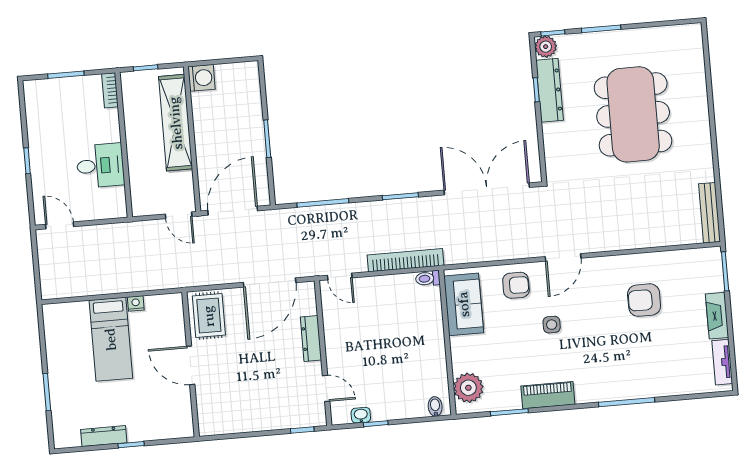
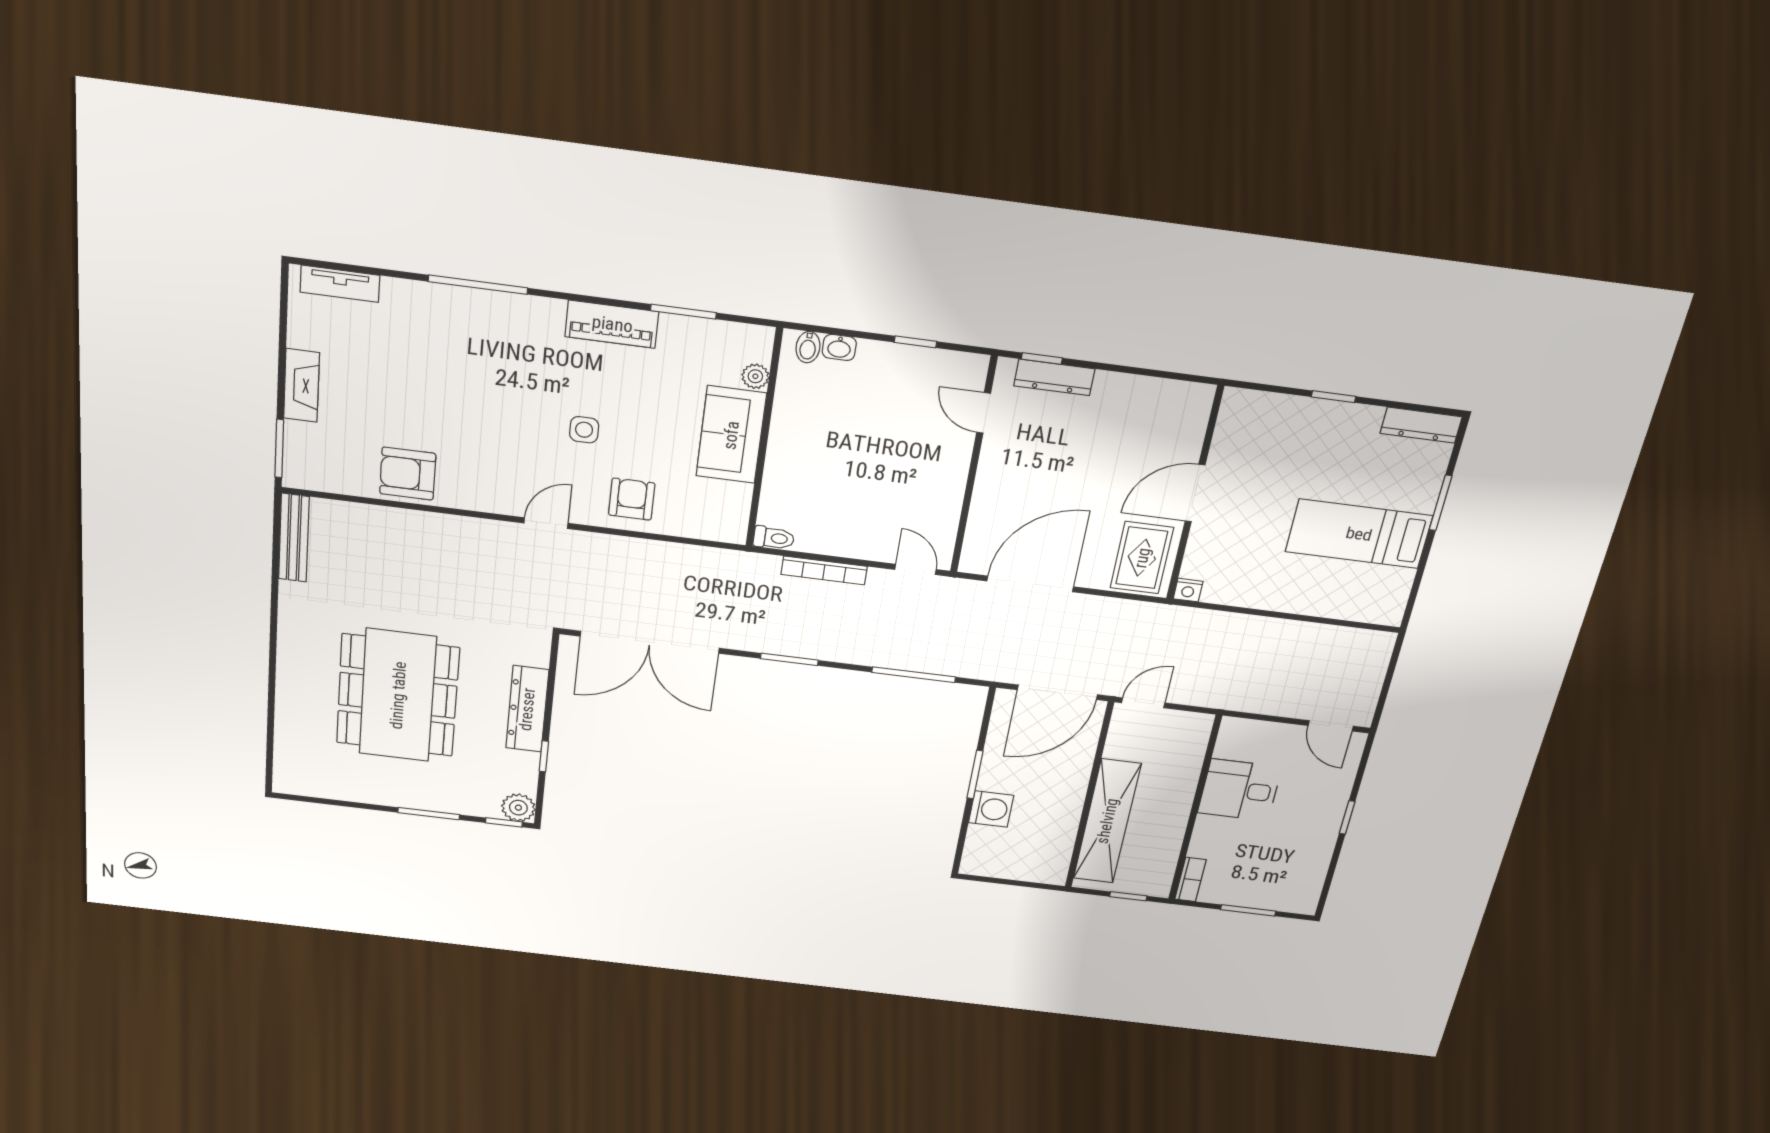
washing machine: (202, 78) -> (991, 809), moved, turned 180
dresser: (550, 90) -> (527, 709), moved
door: (179, 215) -> (1143, 703), hinge flipped
door: (563, 257) -> (546, 523), width x0.73
bookcase: (405, 260) -> (824, 570), width x0.68, depth x0.76
armchair: (516, 285) -> (632, 499), turned 90
armchair: (644, 300) -> (408, 474), moved, turned 180
nightstand: (136, 303) -> (1188, 590), moved
sofa: (464, 304) -> (731, 435), moved
bed: (111, 339) -> (1359, 534), moved, turned -90
dresser: (311, 339) -> (1054, 377), moved, turned 90
tv unit: (722, 362) -> (340, 284), moved, turned 90
door: (191, 365) -> (1195, 493), swing flipped
plant: (468, 388) -> (755, 376), width x0.53, depth x0.53
washbasin: (361, 415) -> (839, 347), moved
dresser: (104, 436) -> (1421, 425), moved

